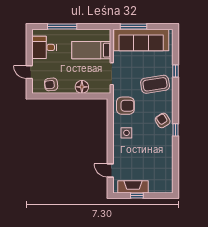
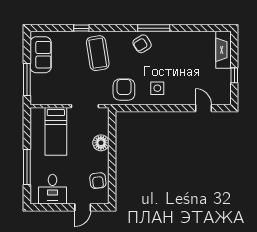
sofa: (141, 40) -> (41, 55), width x0.54, depth x0.79
window: (176, 130) -> (154, 28), width x2.17
door: (110, 171) -> (203, 108), swing flipped
fireplace: (133, 187) -> (223, 50), moved

